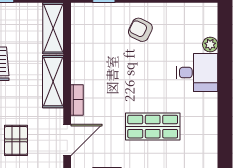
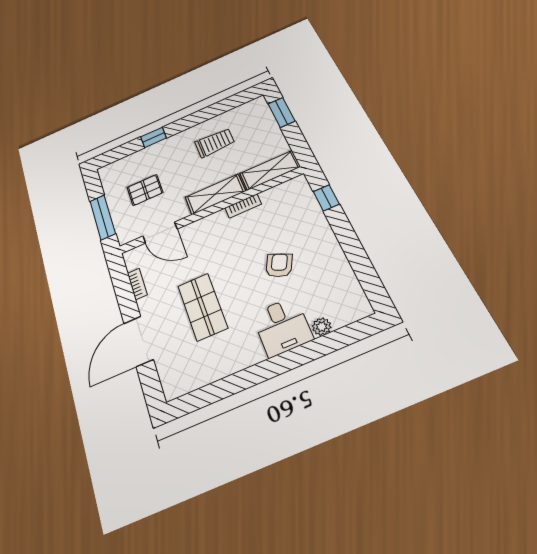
armchair: (140, 30) -> (279, 265), moved
bookcase: (77, 100) -> (243, 206), moved

